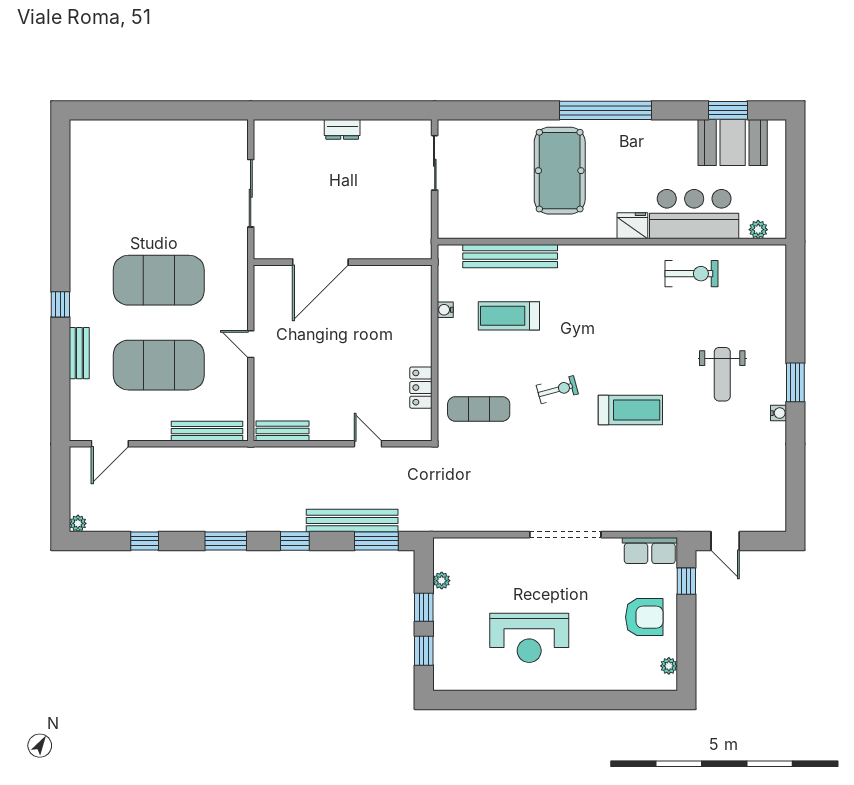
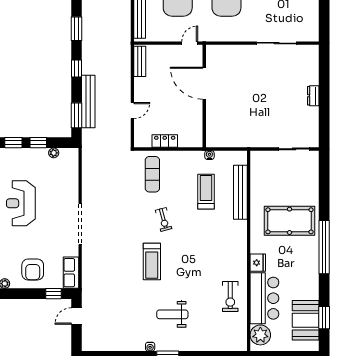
plant: (758, 230) -> (260, 335), width x1.88, depth x1.88
door: (320, 262) -> (204, 83), moved
wall: (343, 262) -> (204, 96), moved

